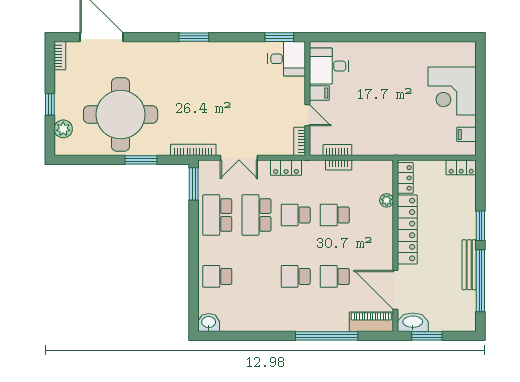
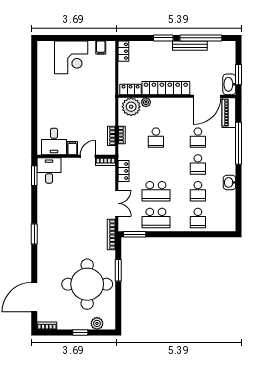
plant: (380, 179) -> (131, 107), added
school desk: (296, 215) -> (198, 191), moved
washbasin: (209, 323) -> (229, 182), moved

